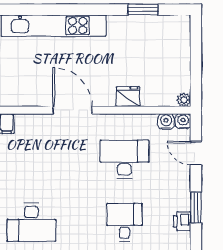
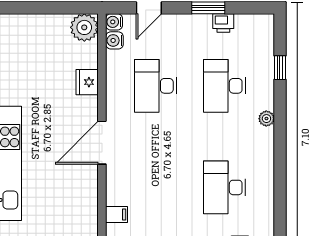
plant: (184, 100) -> (84, 27), width x1.88, depth x1.88
desk: (31, 222) -> (224, 187), turned 180
desk: (124, 222) -> (224, 86), width x1.37

